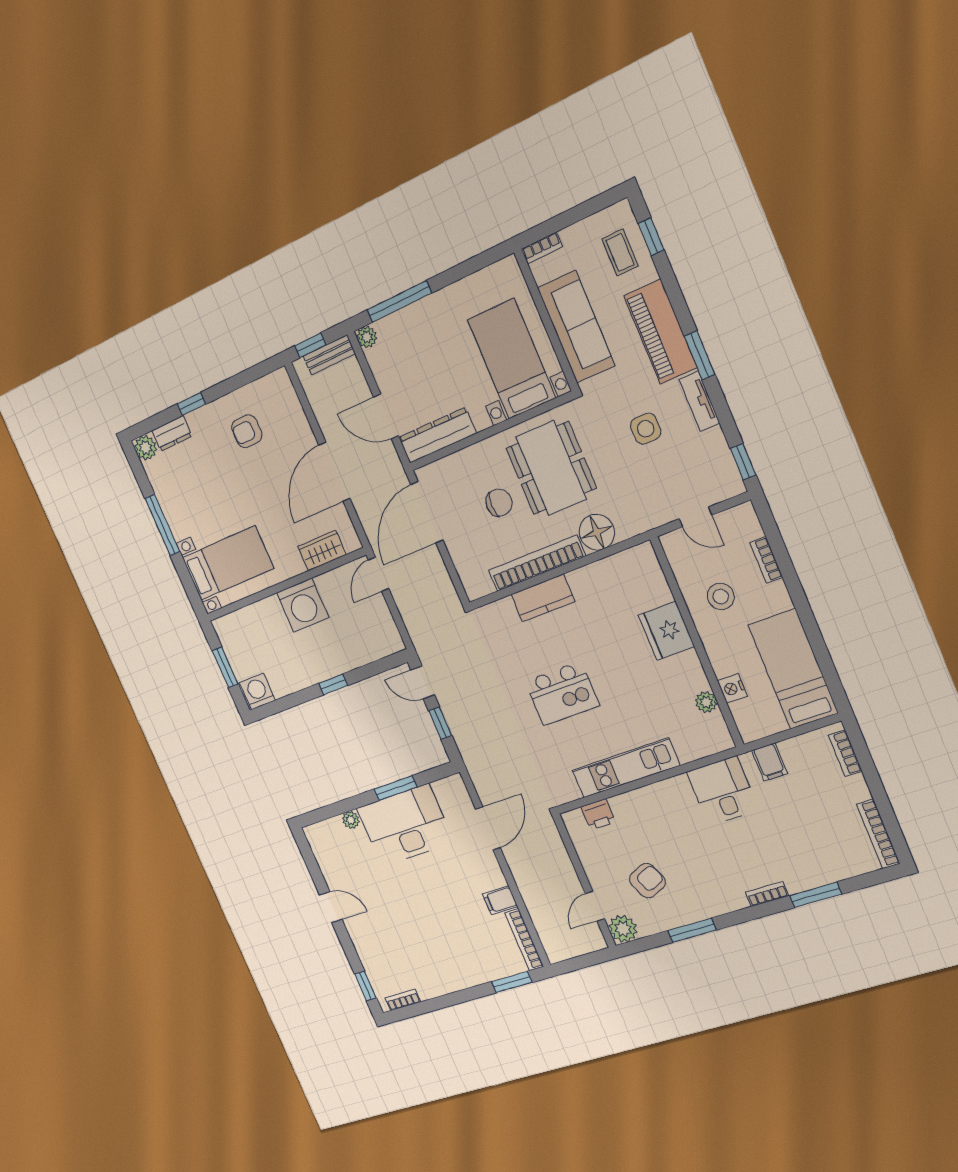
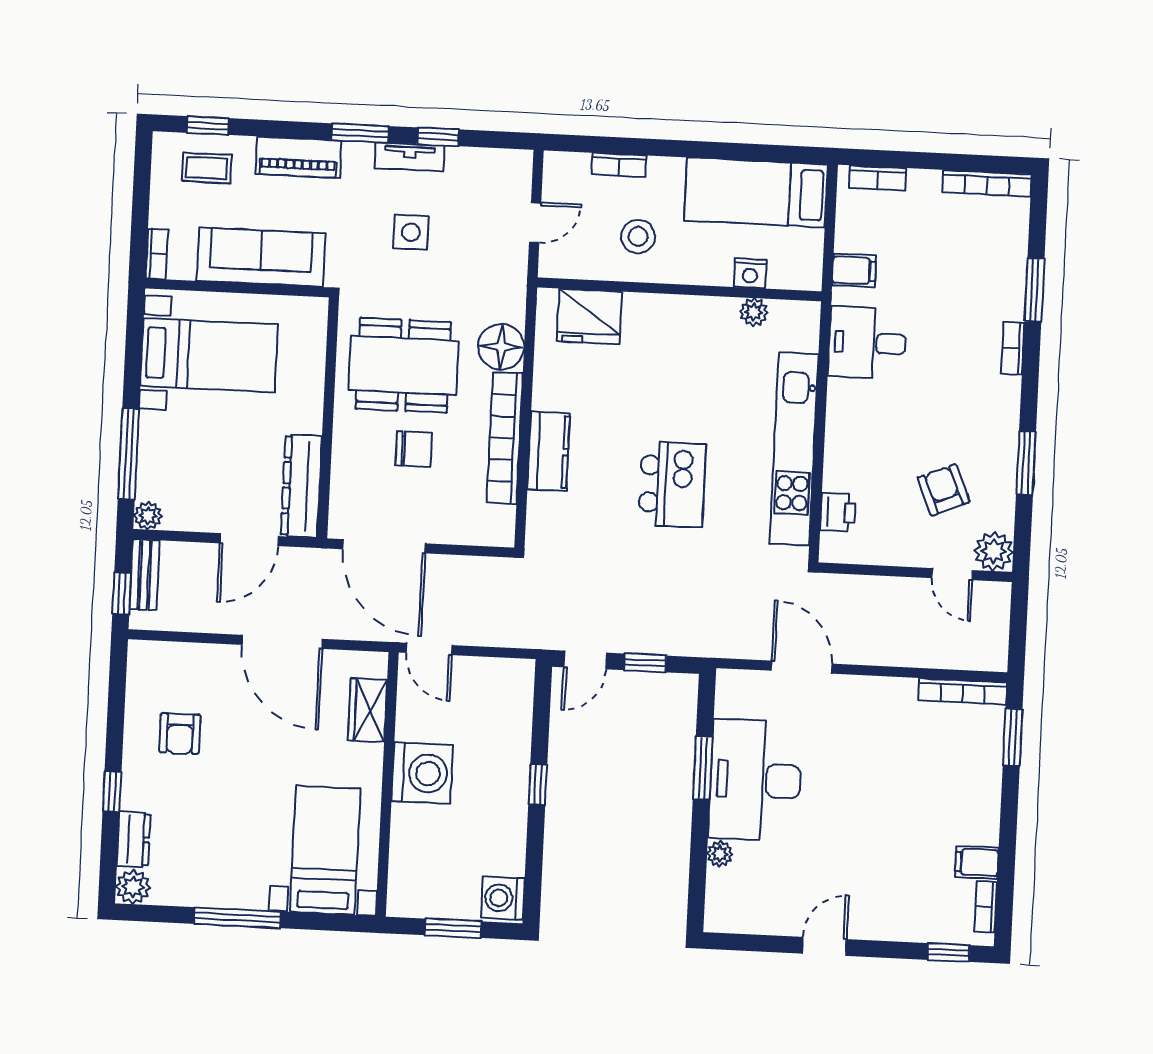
piano: (660, 332) -> (298, 157), width x0.73, depth x0.75
bed with nightstands: (512, 359) -> (209, 355), moved, turned 180
window: (743, 462) -> (438, 137), moved
chair: (499, 503) -> (414, 449), turned 90
fridge: (666, 631) -> (589, 316), moved
kitchen unit: (626, 768) -> (794, 449), width x1.36
filing cabinet: (500, 900) -> (977, 862), moved, turned 90

